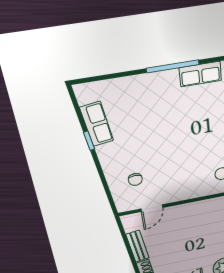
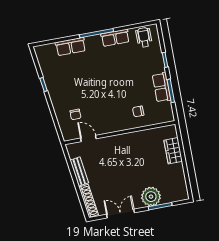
row of seats: (97, 124) -> (71, 47), moved, turned 98
door: (152, 208) -> (88, 138), swing flipped

